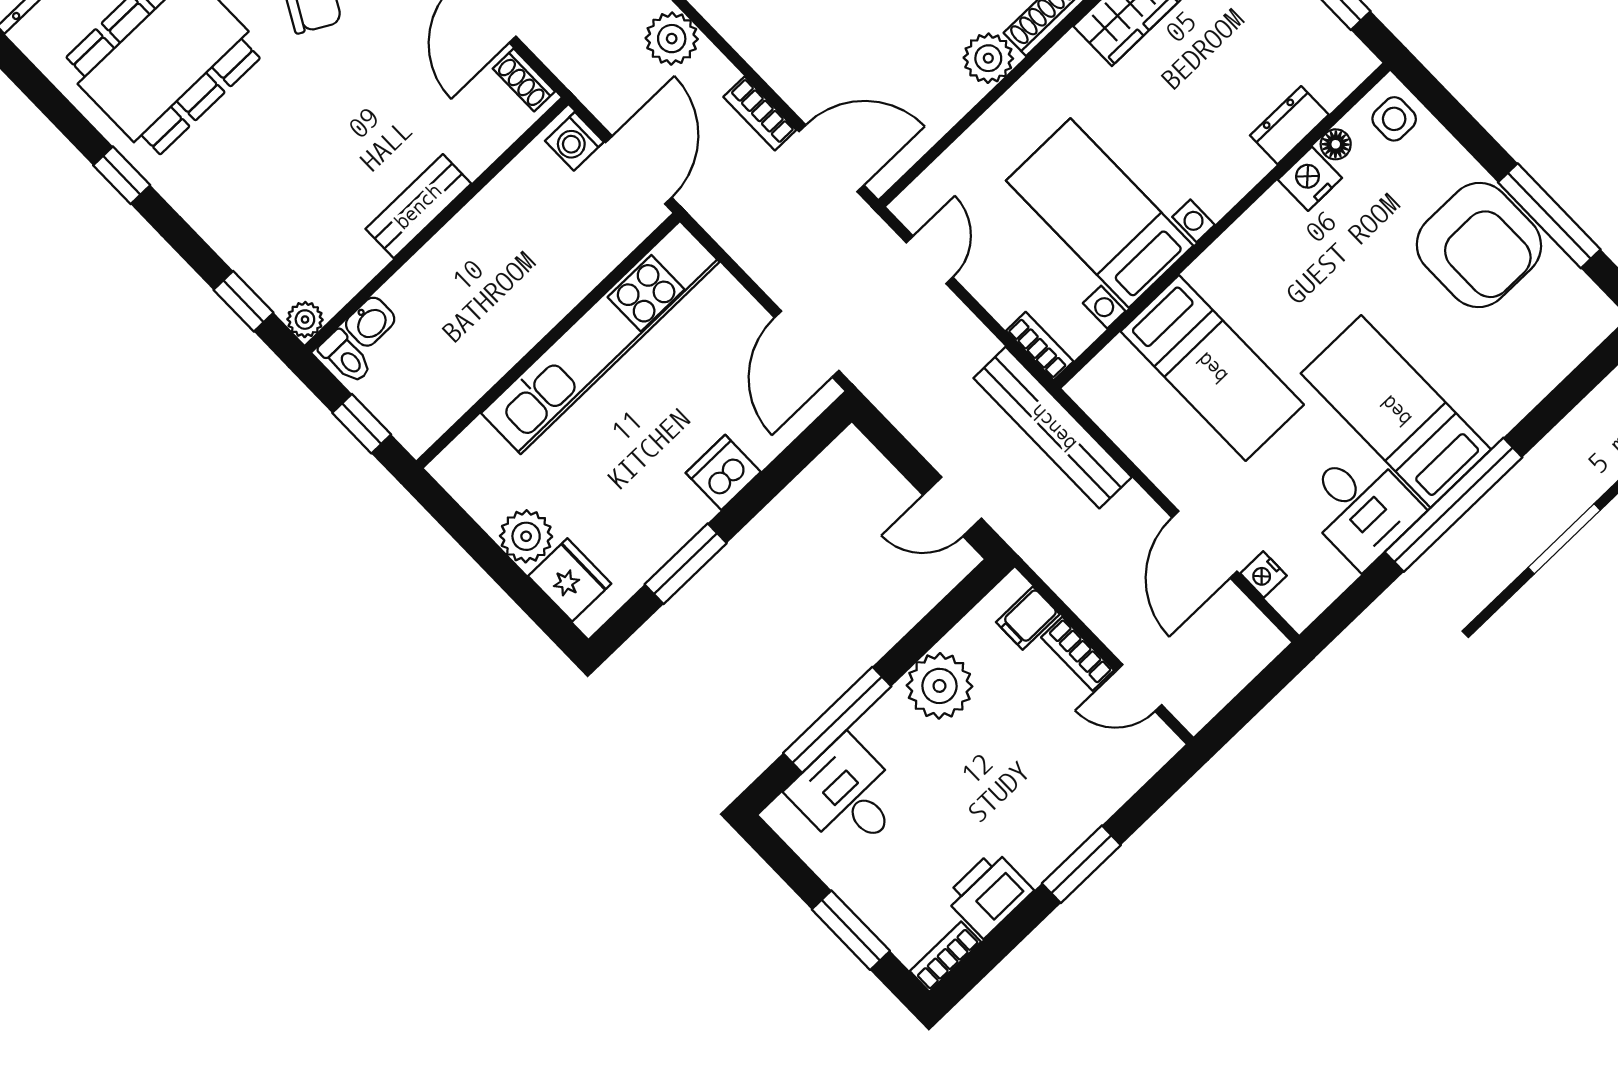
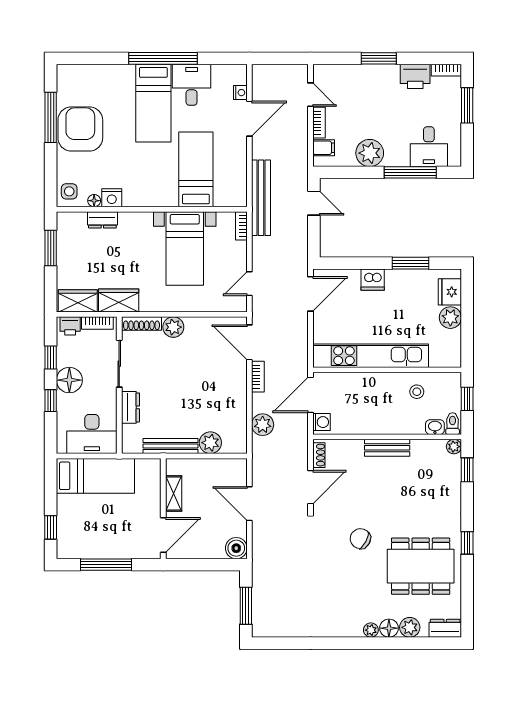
stool: (460, 352) -> (417, 392), added

